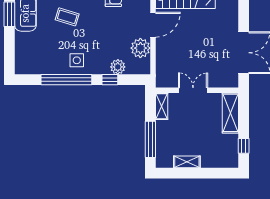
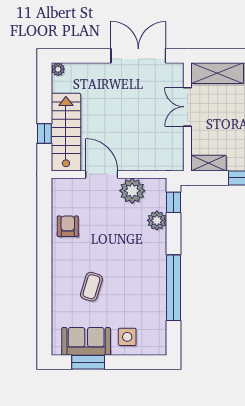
side table: (77, 60) -> (127, 337), moved
window: (110, 80) -> (174, 202), moved
double door: (193, 90) -> (187, 107), moved

